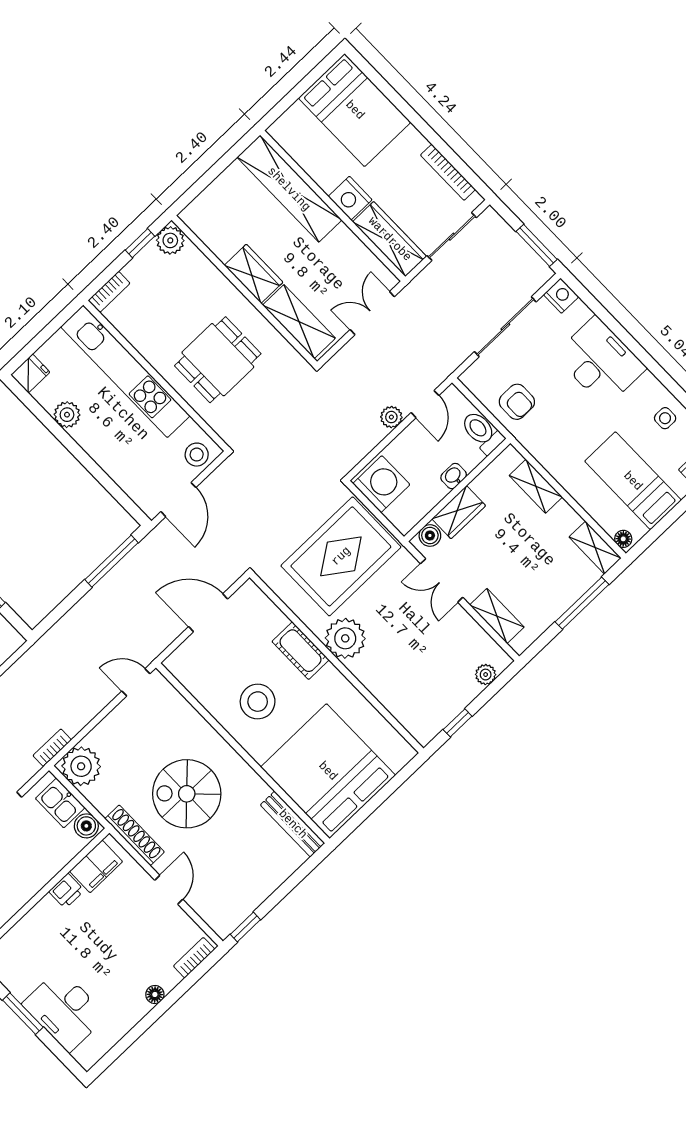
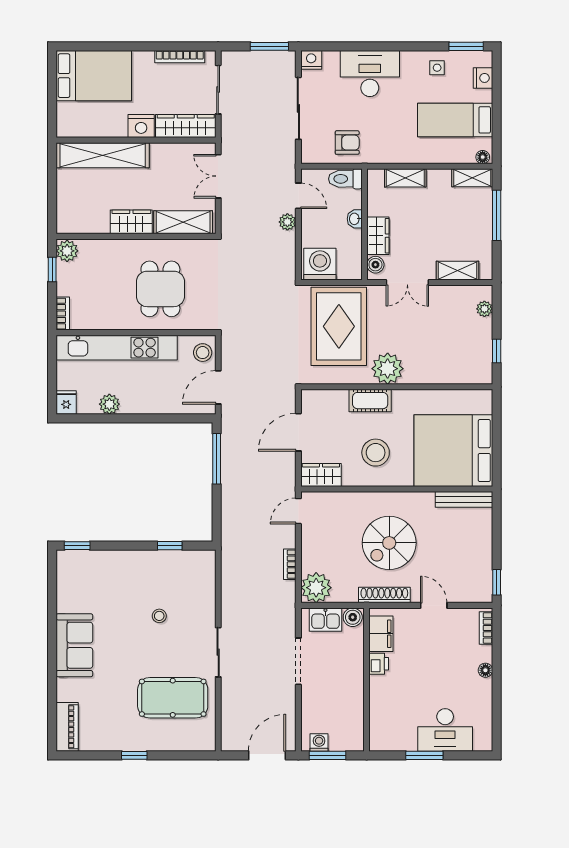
door: (178, 500) -> (218, 387), swing flipped
wardrobe: (189, 671) -> (321, 475), added
bookcase: (52, 748) -> (290, 564), moved

